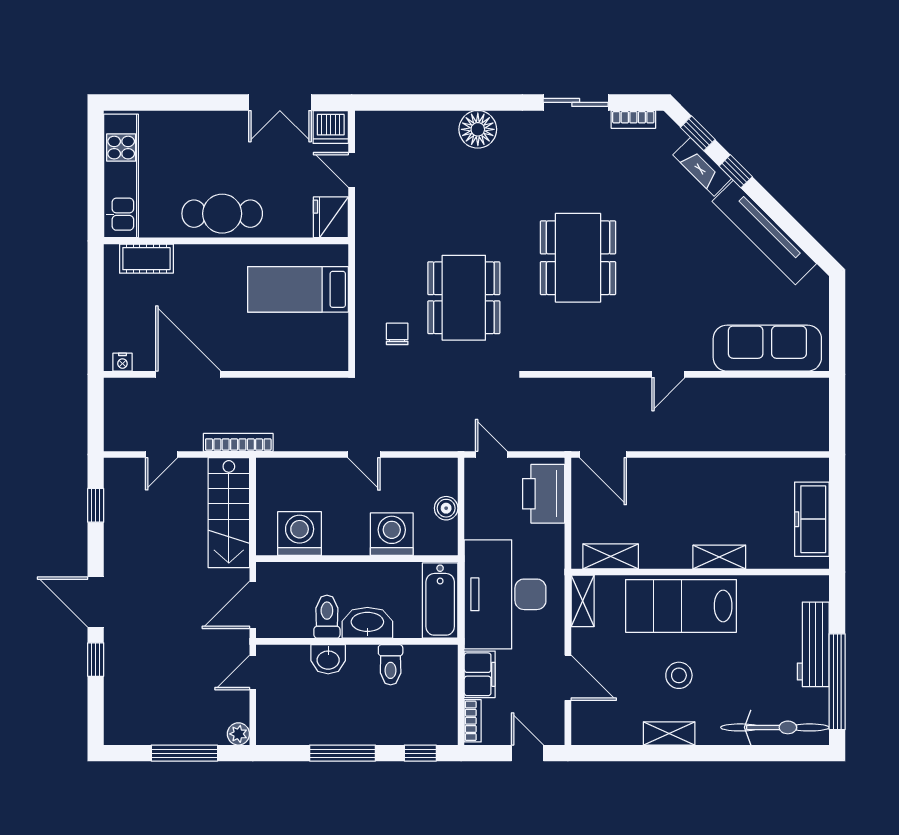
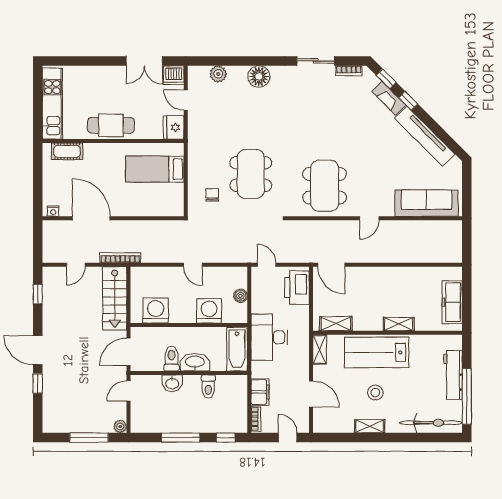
plant: (408, 125) -> (218, 74), added
dining table: (578, 258) -> (325, 186), moved
desk: (505, 594) -> (269, 337), width x0.73, depth x0.77

